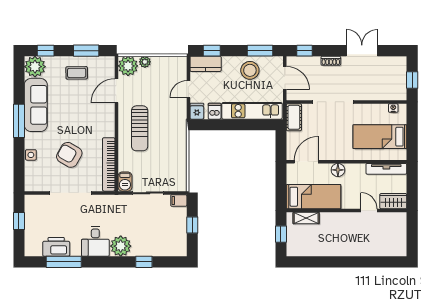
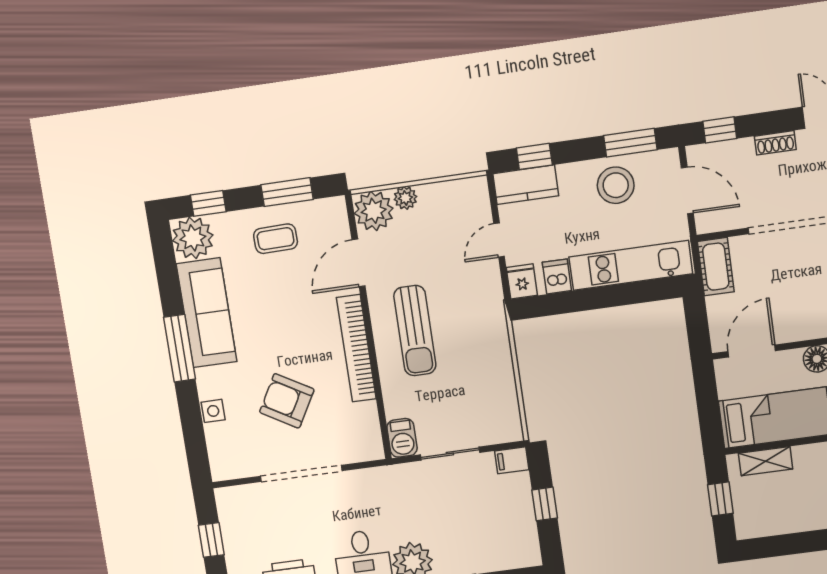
bookcase: (109, 164) -> (356, 348), moved

